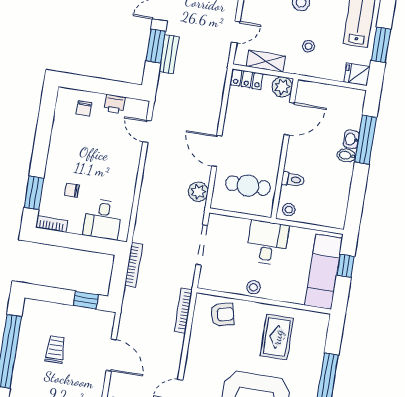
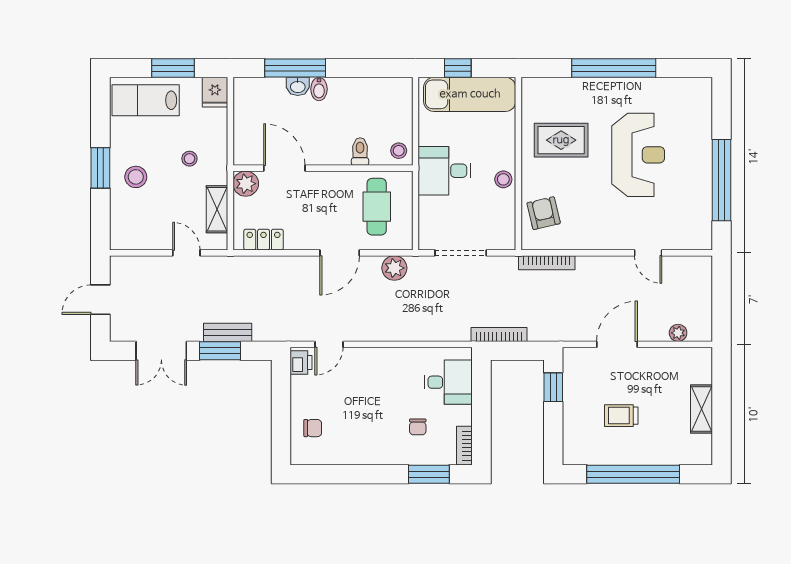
locker: (247, 79) -> (264, 240), moved, turned -90
printer: (115, 104) -> (301, 362), moved

